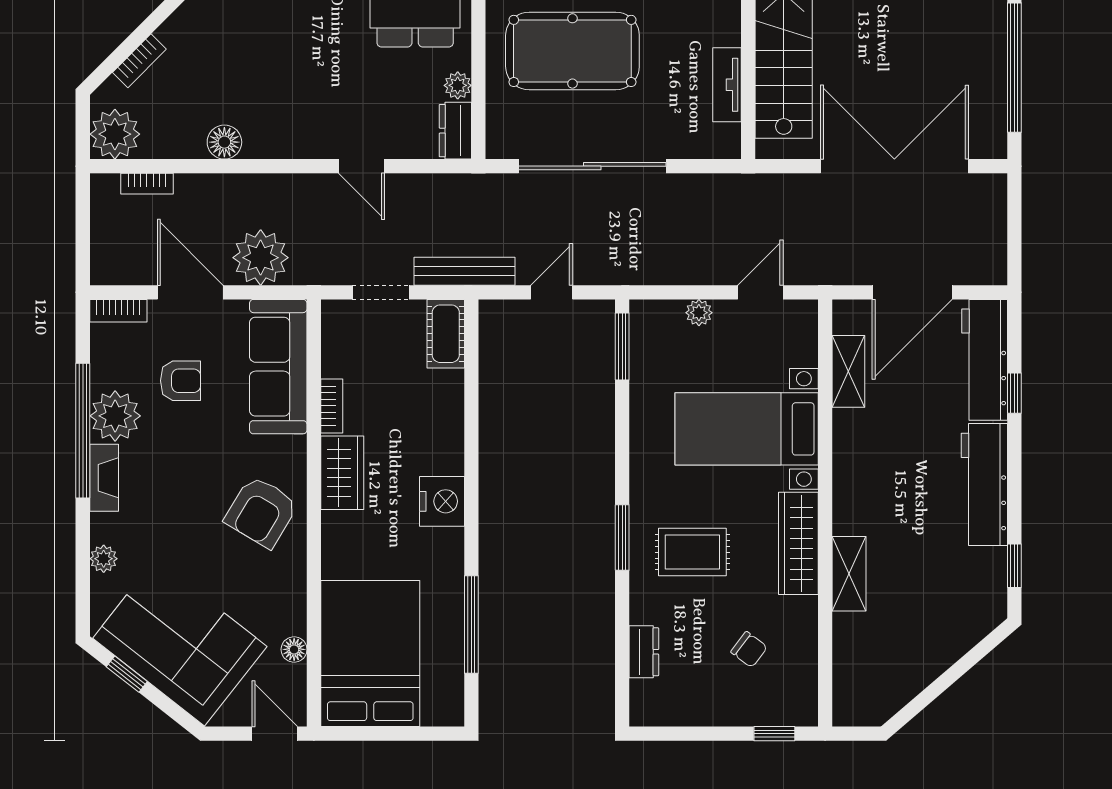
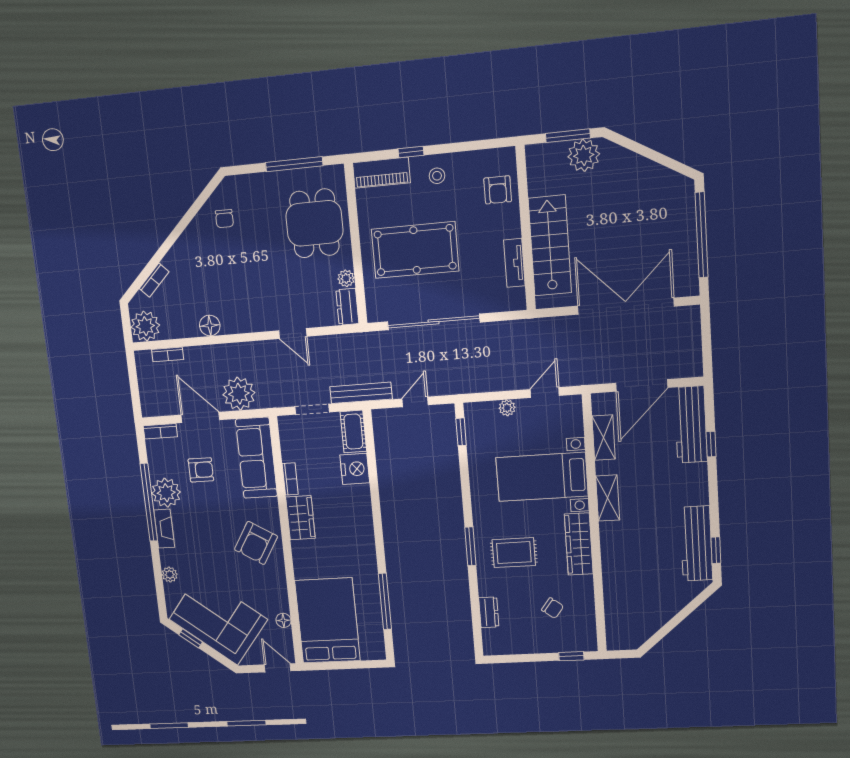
window: (622, 346) -> (461, 432), width x0.67
workbench: (984, 484) -> (696, 544), moved
nightstand: (442, 501) -> (355, 469), moved
shelving: (849, 574) -> (608, 498), moved

